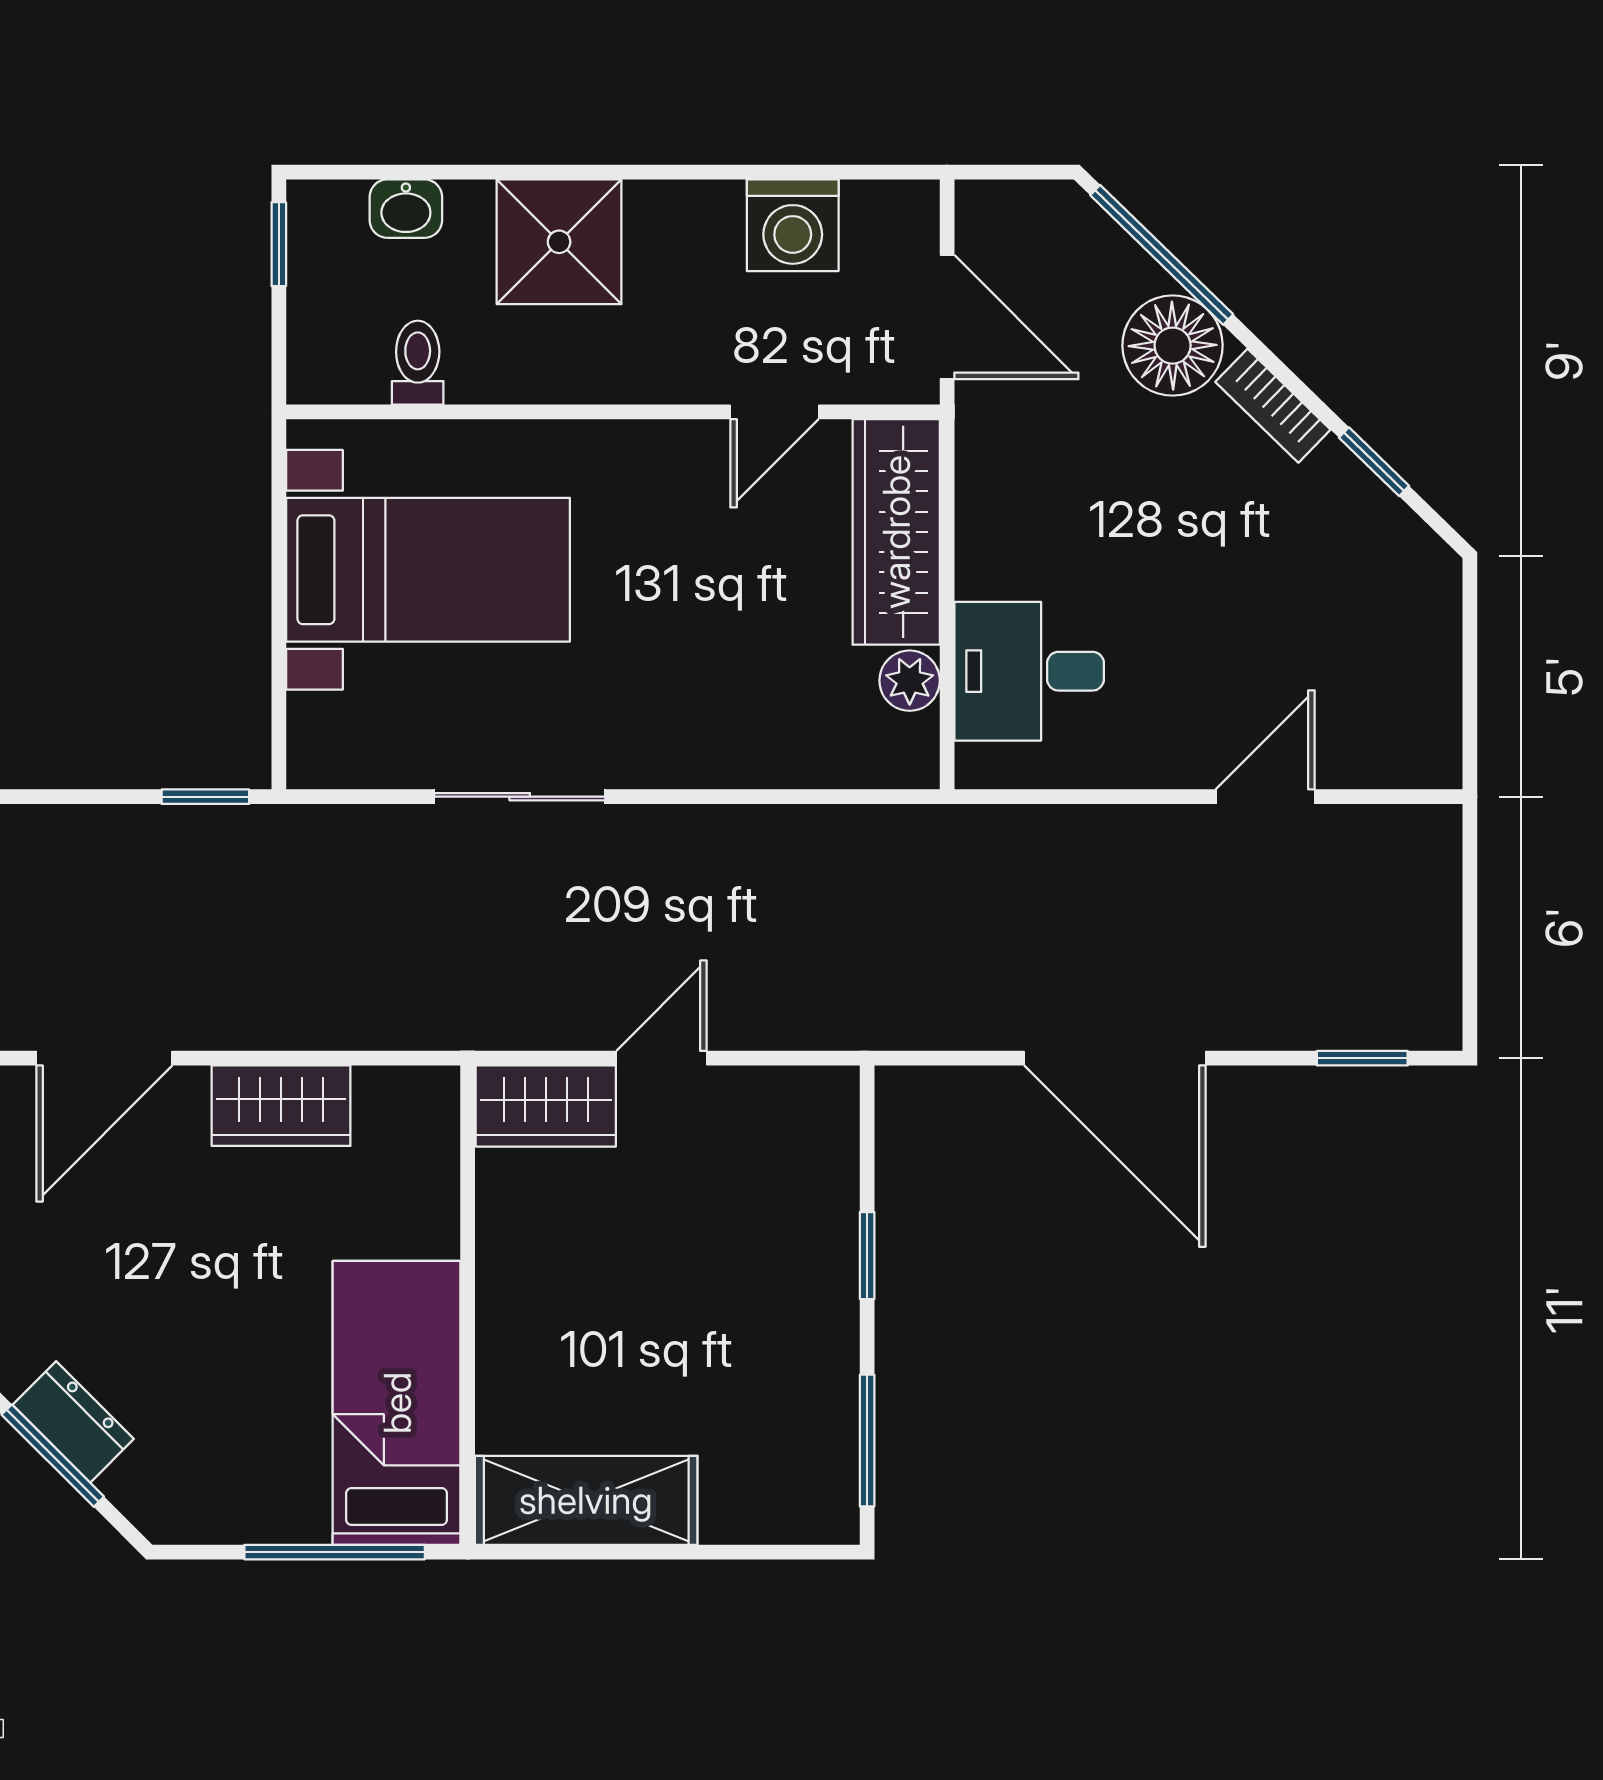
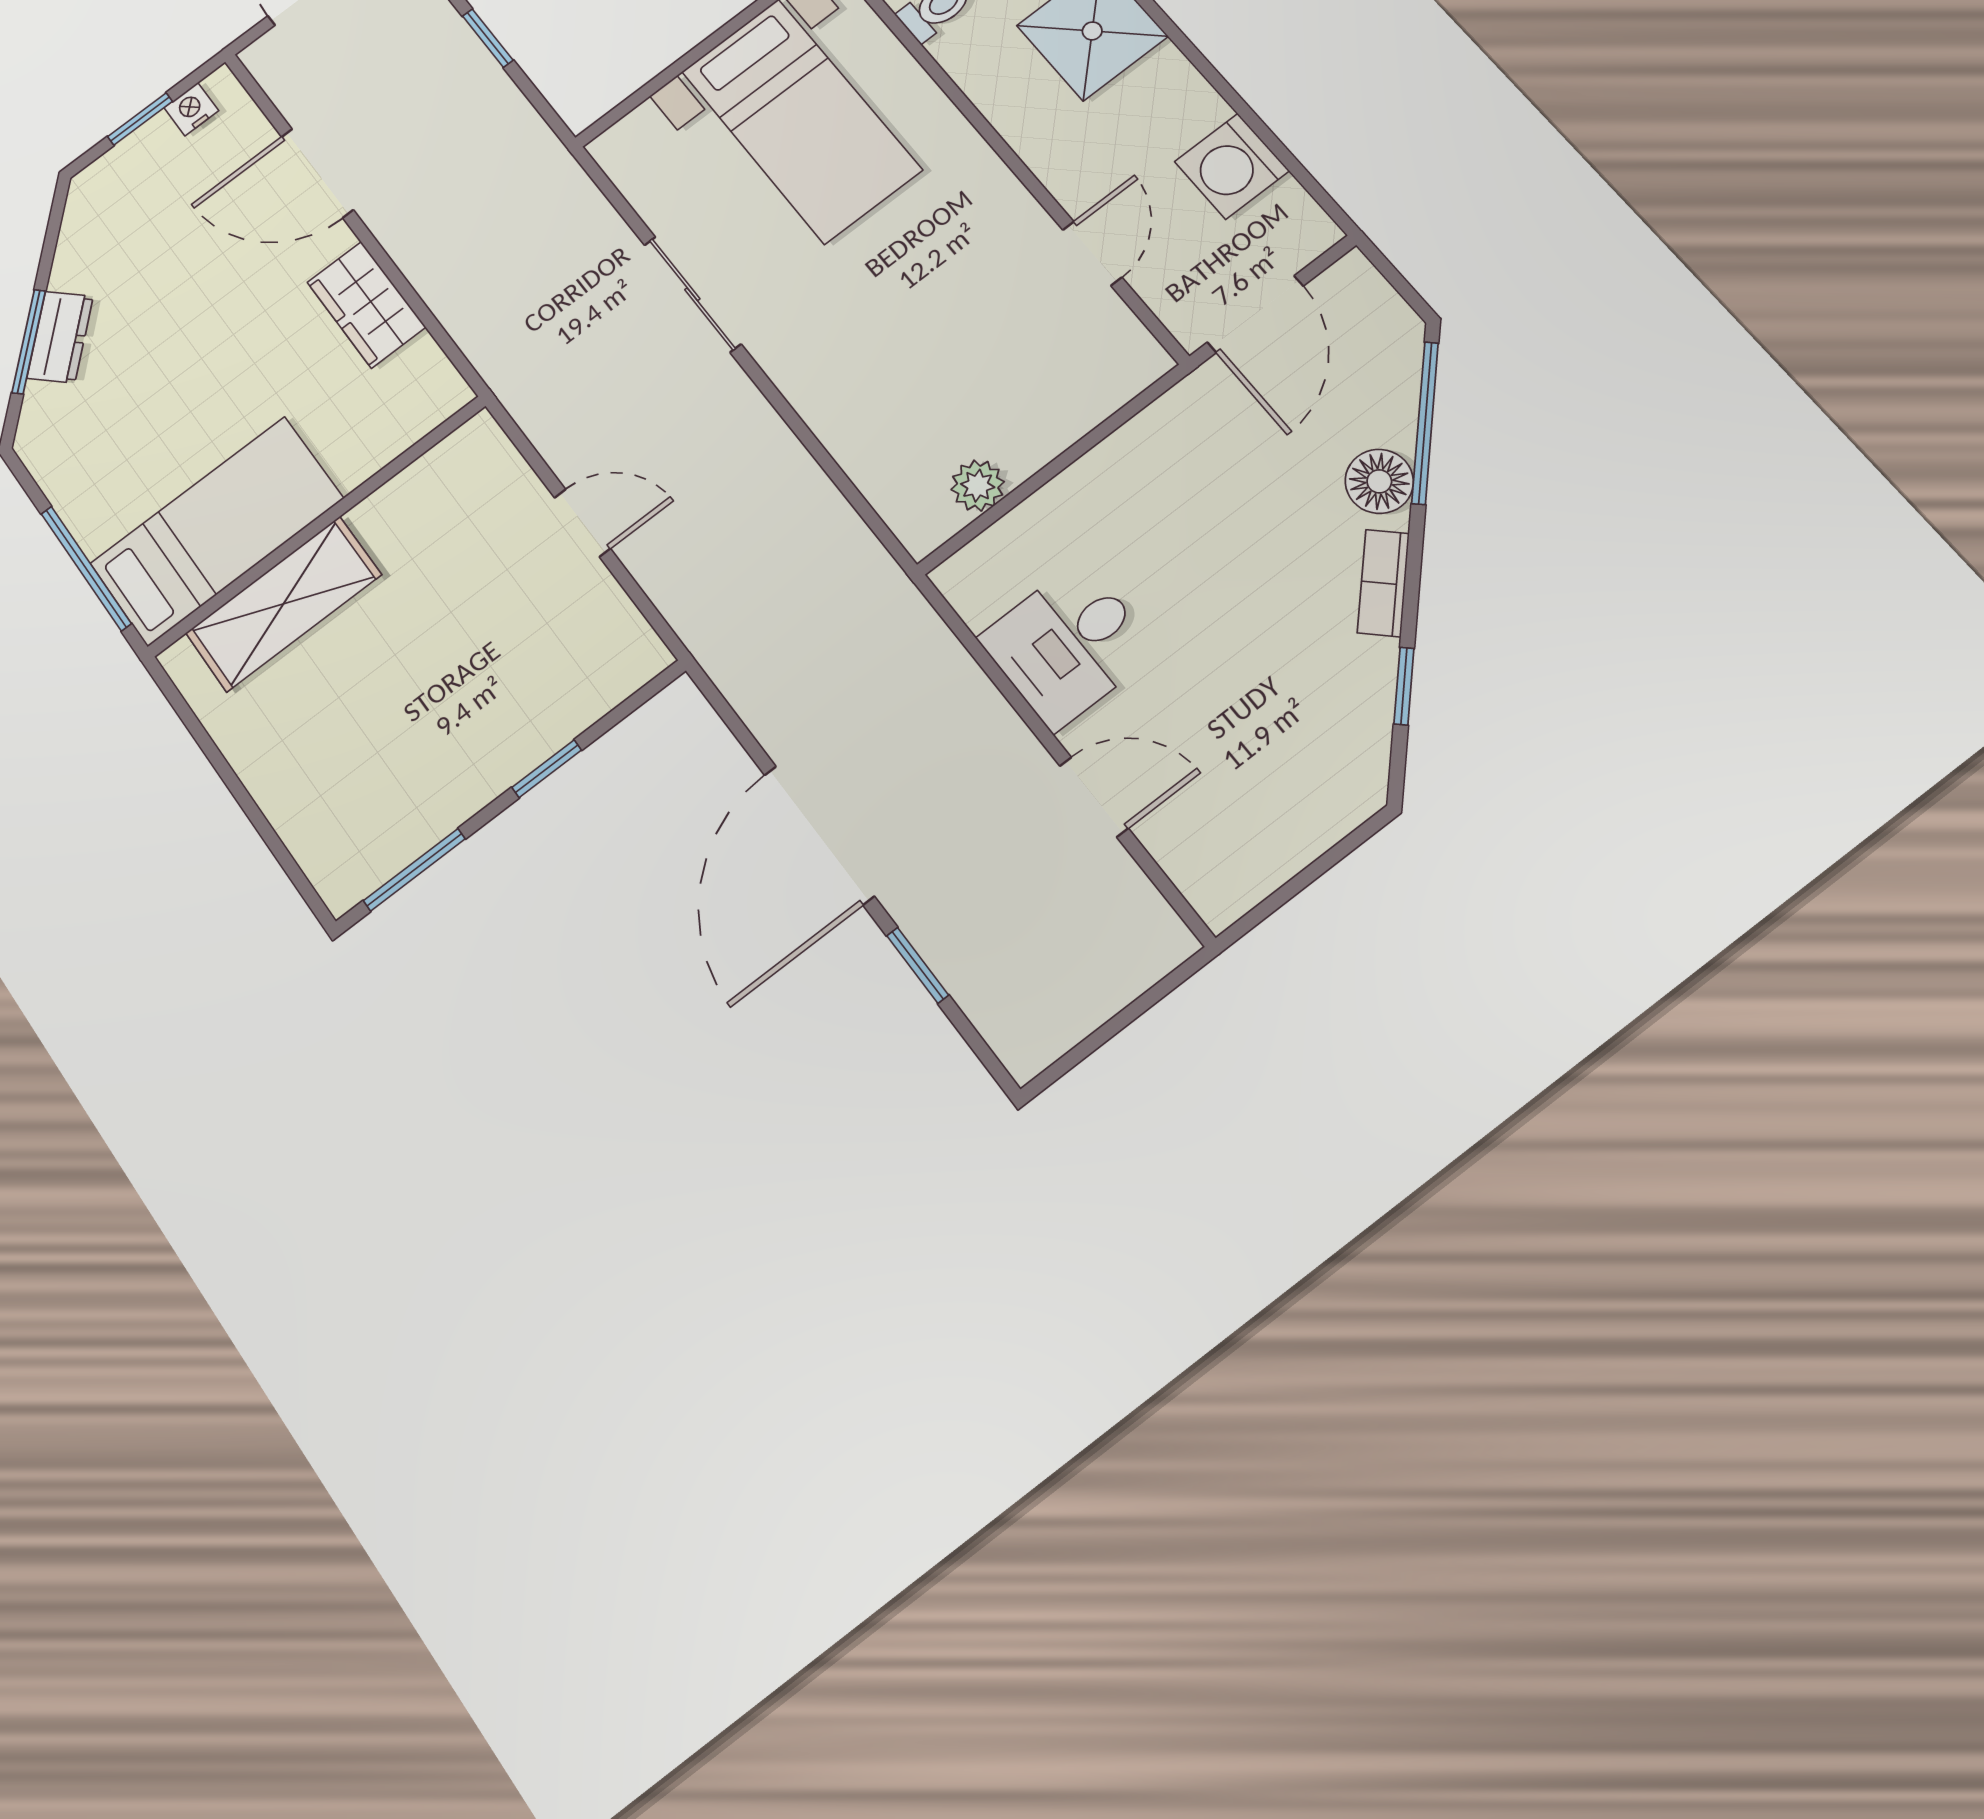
floor lamp: (1173, 346) -> (1379, 481), width x0.73, depth x0.73
door: (775, 412) -> (1092, 254), swing flipped
wardrobe: (896, 532) -> (1075, 396), removed
desk: (1029, 671) -> (1068, 645), moved, turned -90
window: (205, 797) -> (488, 38), moved
window: (1362, 1058) -> (918, 965), moved
wardrobe: (546, 1106) -> (492, 473), removed
shelving: (586, 1500) -> (283, 604), moved, turned 90

